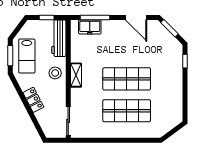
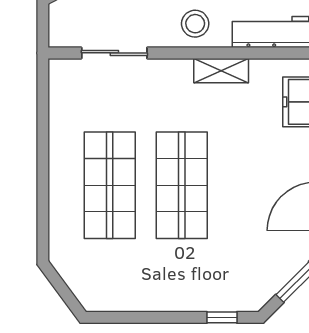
shelving: (76, 75) -> (221, 71), moved
sliding door: (68, 121) -> (114, 53), moved

